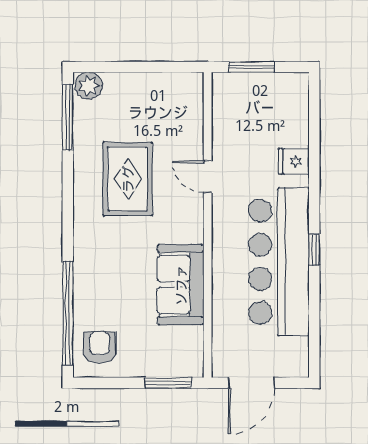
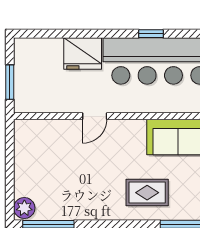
fridge: (294, 161) -> (83, 54), width x1.88, depth x1.34
rug: (128, 179) -> (147, 193), moved, width x0.73, depth x0.70

